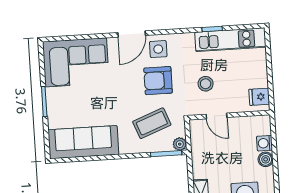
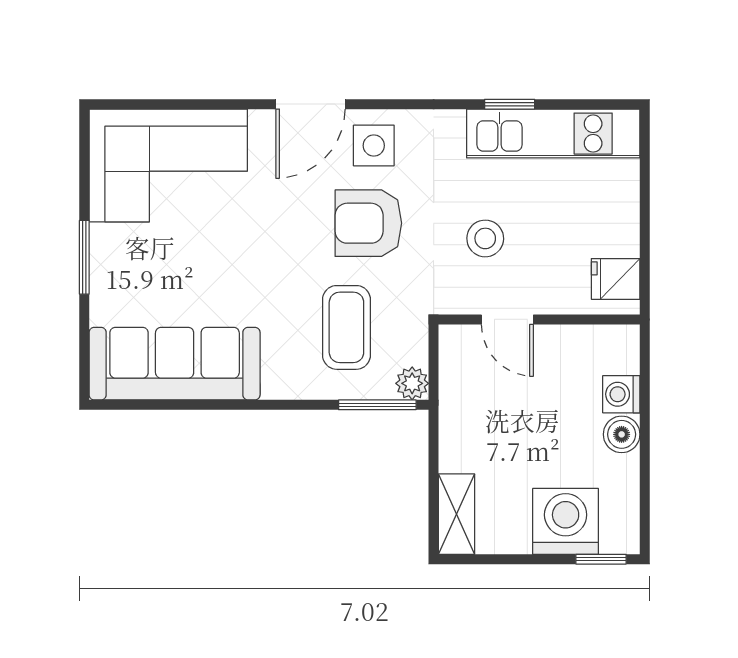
coffee table: (152, 123) -> (346, 327), turned -69

